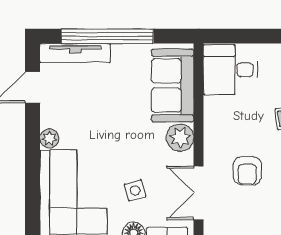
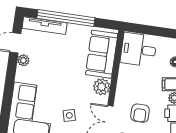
plant: (49, 138) -> (23, 60), moved

